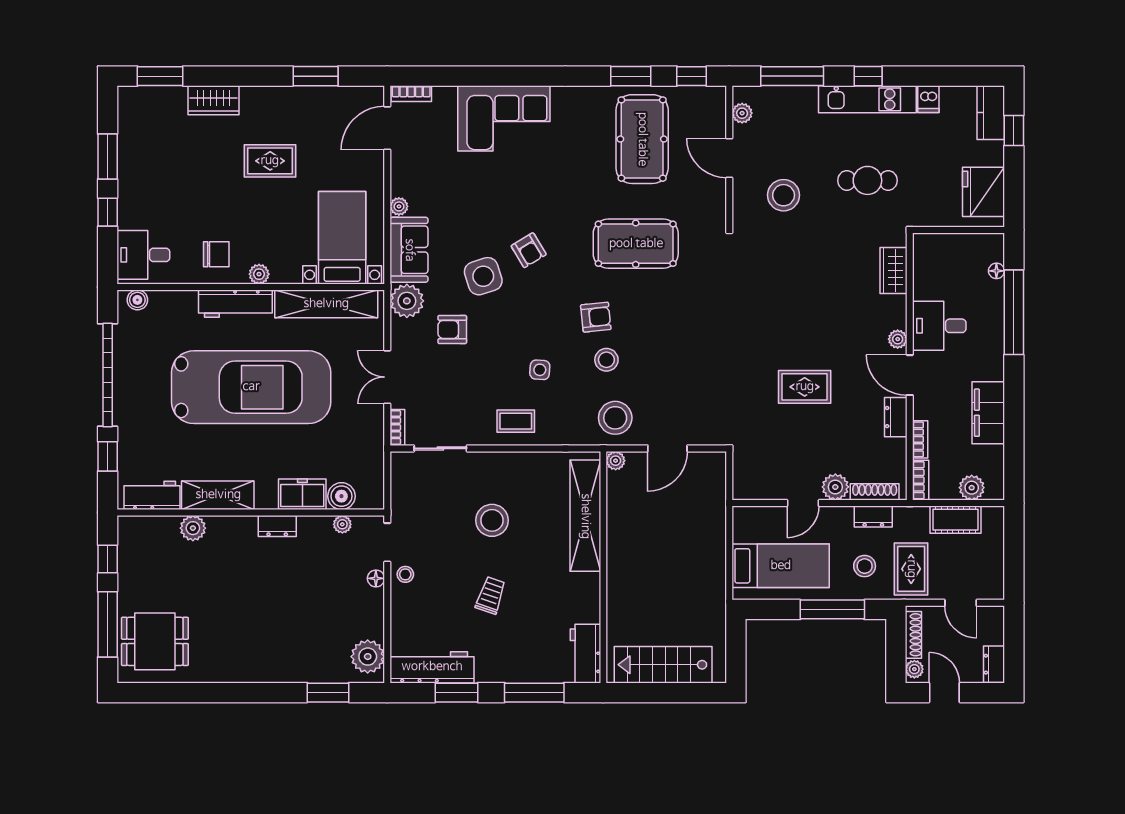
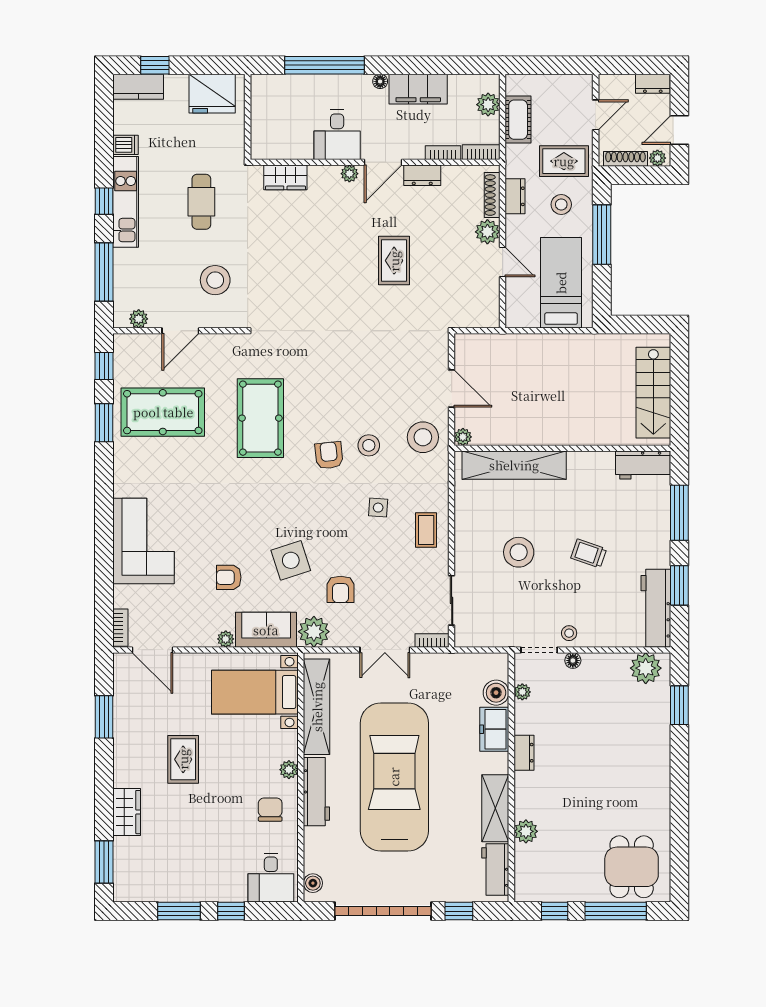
armchair: (529, 250) -> (229, 577), moved, turned -149
floor lamp: (996, 271) -> (380, 81), moved

